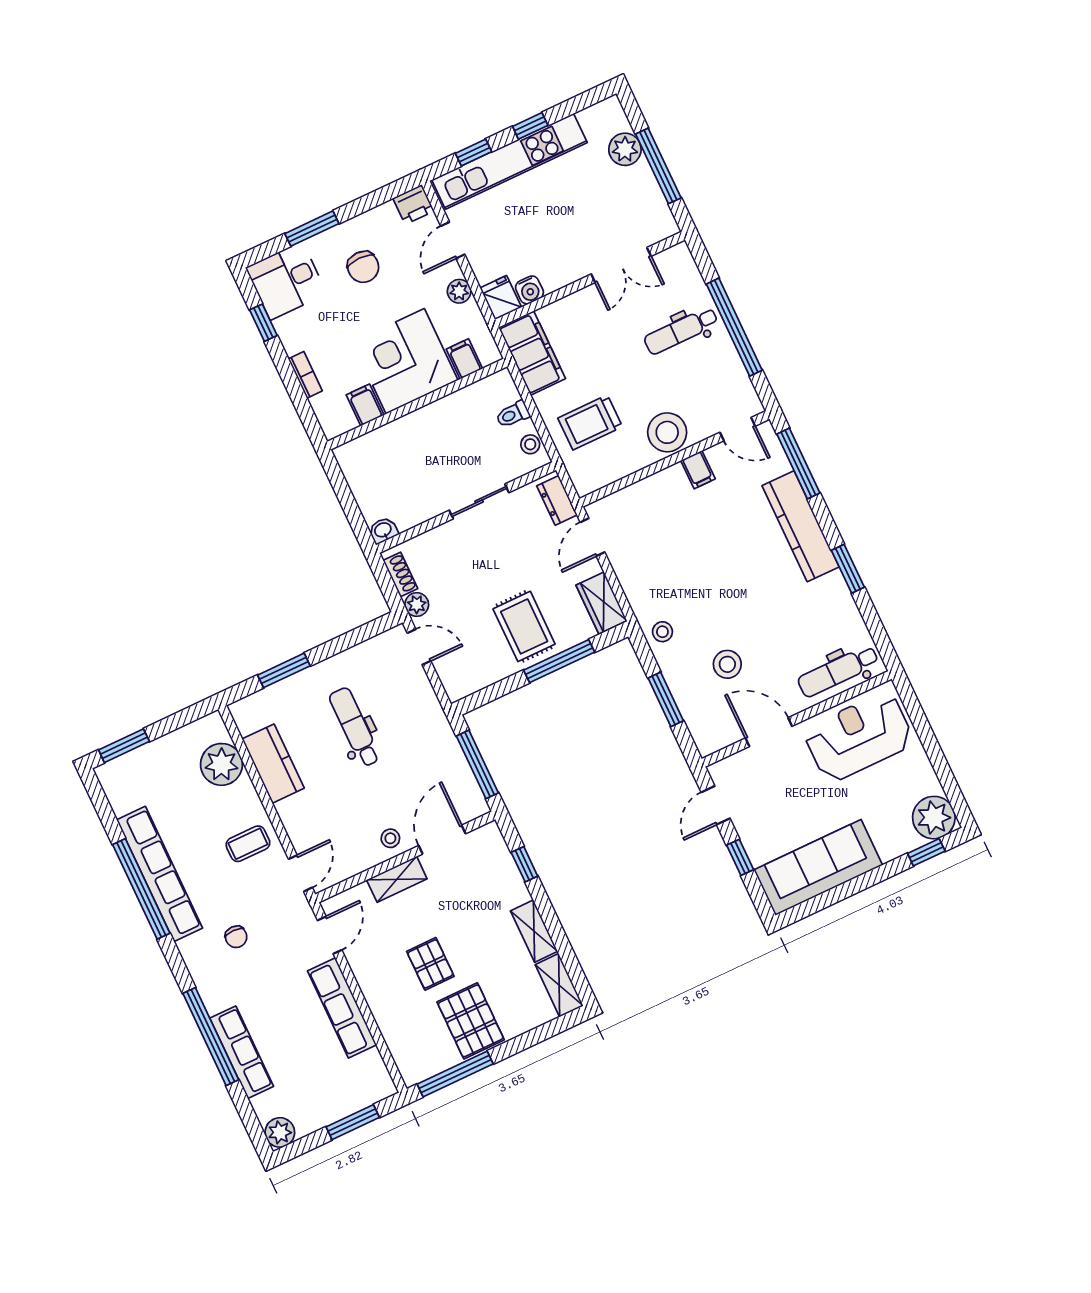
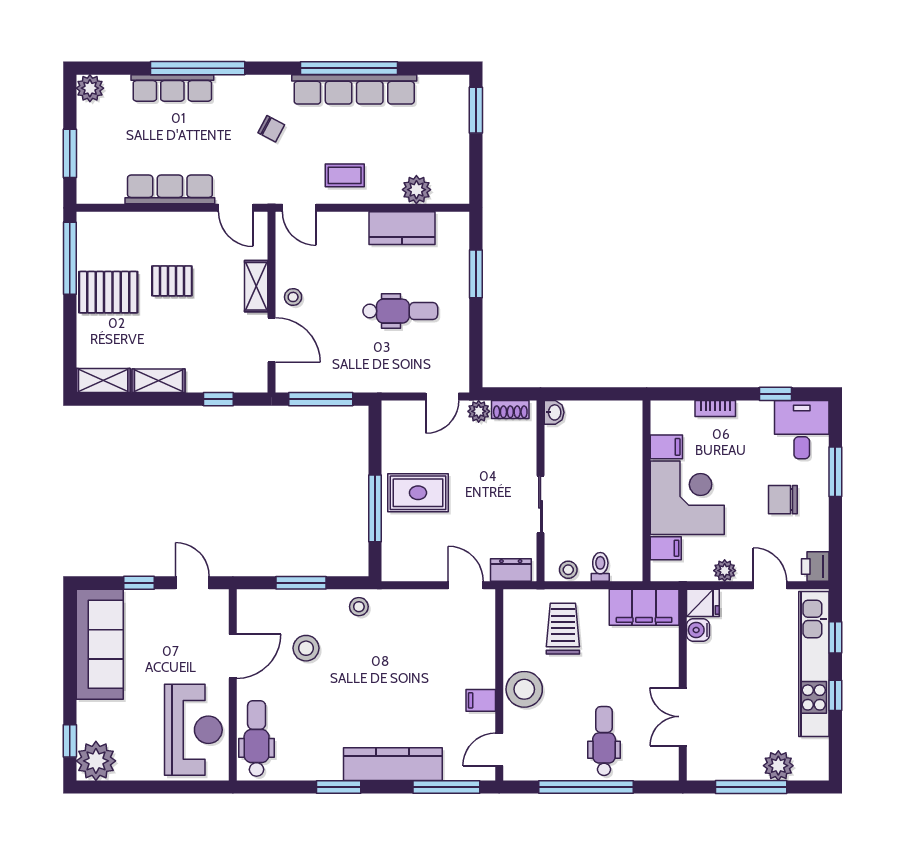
wardrobe: (602, 603) -> (407, 567), removed
plant: (221, 764) -> (416, 190), width x0.73, depth x0.73
coffee table: (248, 844) -> (345, 175), turned 90
chair: (236, 937) -> (271, 129), turned -152

